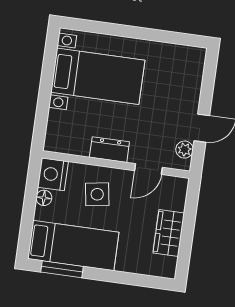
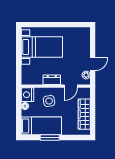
wardrobe: (169, 233) -> (84, 114), width x1.50
window: (62, 269) -> (50, 138), moved

